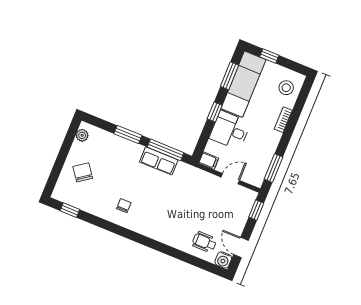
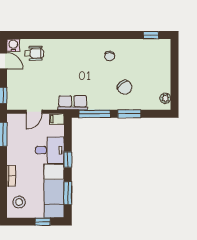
row of seats: (159, 161) -> (73, 103), moved
chair: (83, 172) -> (125, 87), moved

